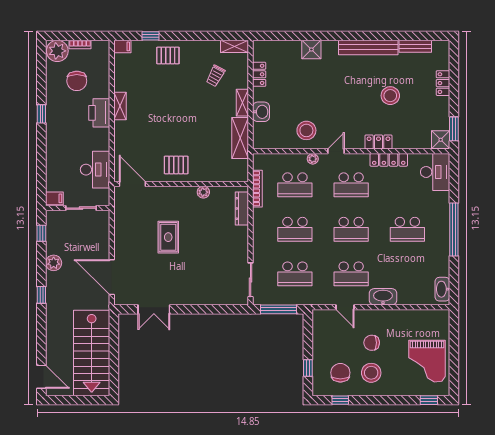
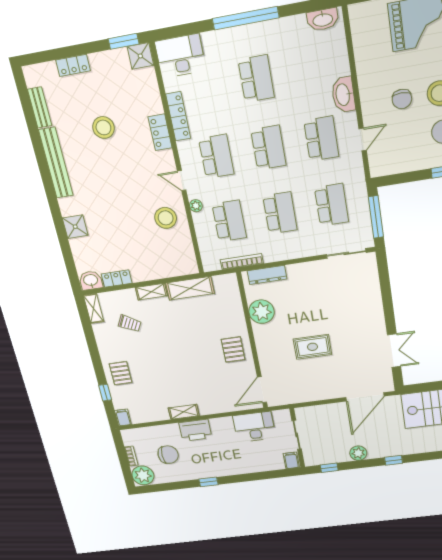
washbasin: (261, 112) -> (91, 280), moved
plant: (203, 192) -> (262, 312), width x1.87, depth x1.87

